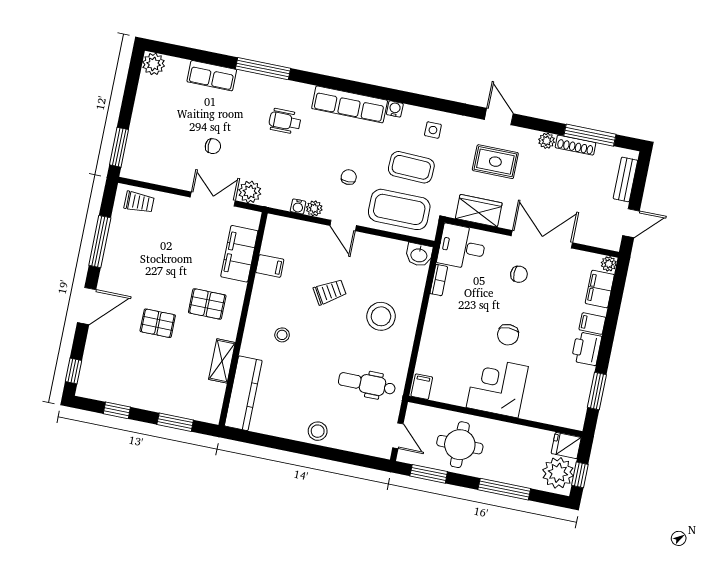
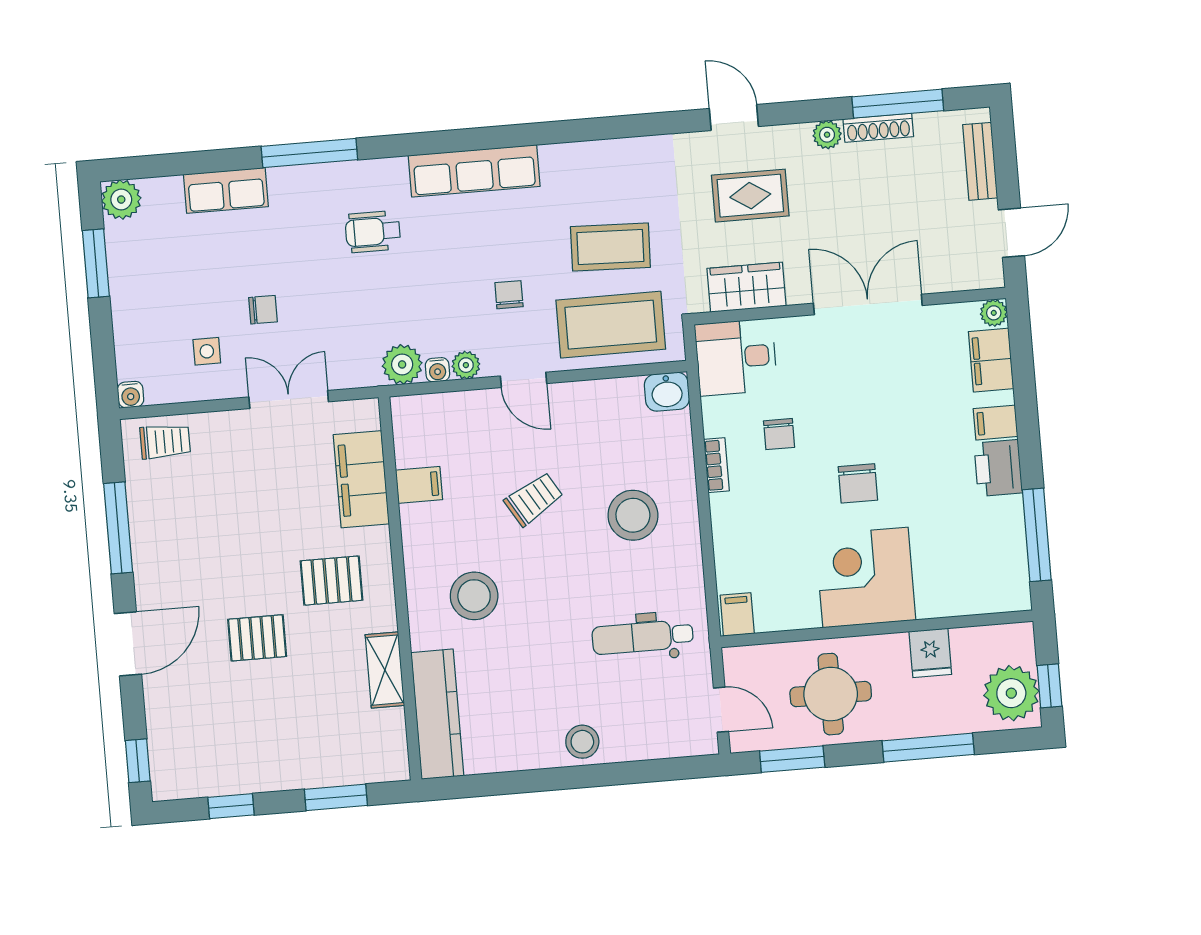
water cooler: (395, 109) -> (131, 395), moved, turned 180
side table: (433, 130) -> (207, 351), moved
window: (119, 147) -> (96, 263), moved
plant: (250, 192) -> (402, 364), moved
chair: (519, 274) -> (779, 434), moved, turned 90
bookcase: (439, 280) -> (717, 465), moved
stool: (282, 335) -> (474, 596), width x1.89, depth x1.89
window: (597, 391) -> (1037, 535), width x1.44
fridge: (566, 446) -> (930, 653), moved, turned -90

